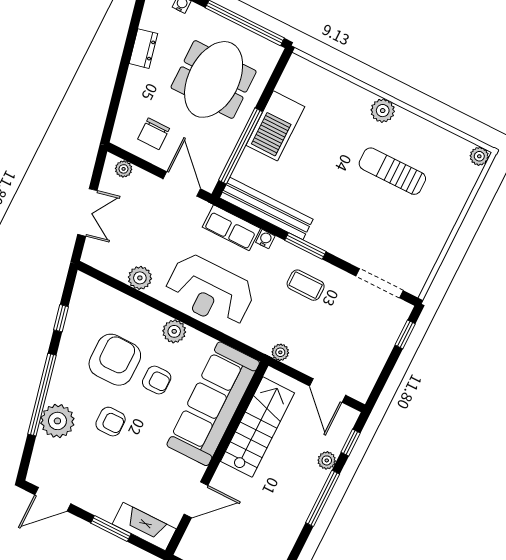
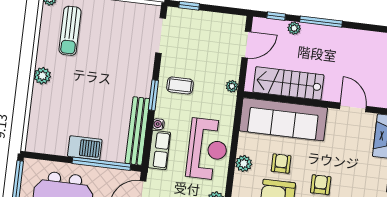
barbecue: (275, 126) -> (85, 148), width x0.73, depth x0.83
sun lounger: (392, 171) -> (70, 31), moved
coffee table: (306, 285) -> (180, 85), turned 90

